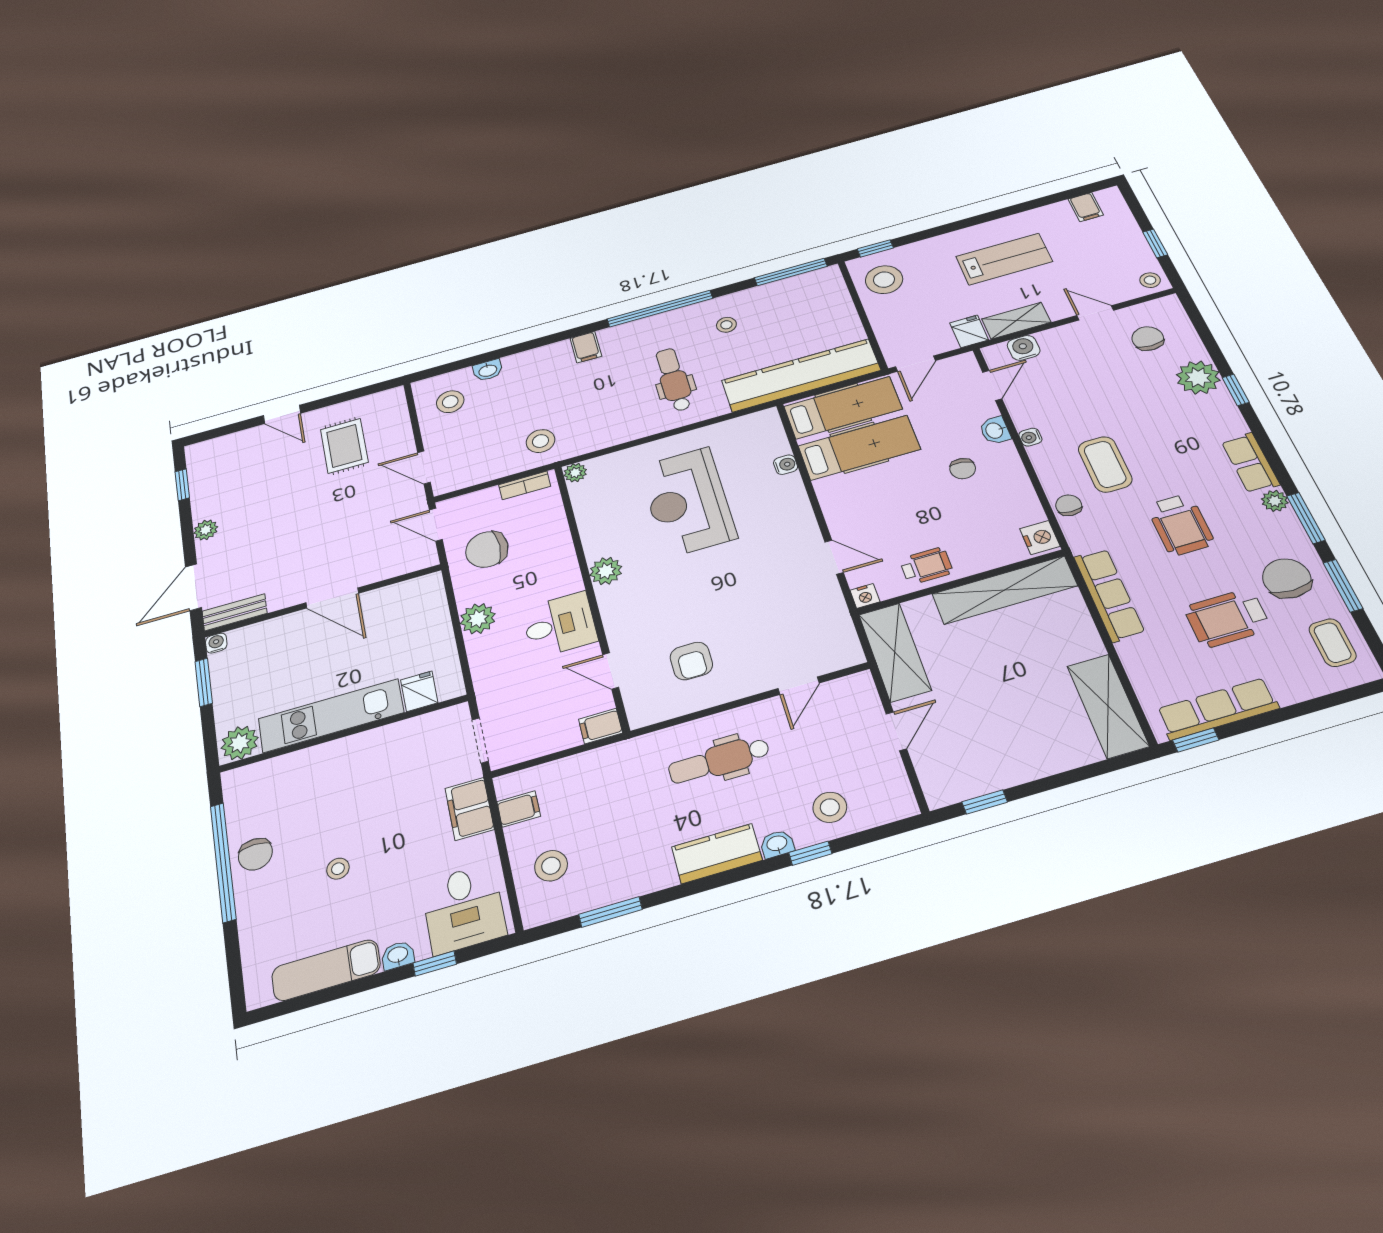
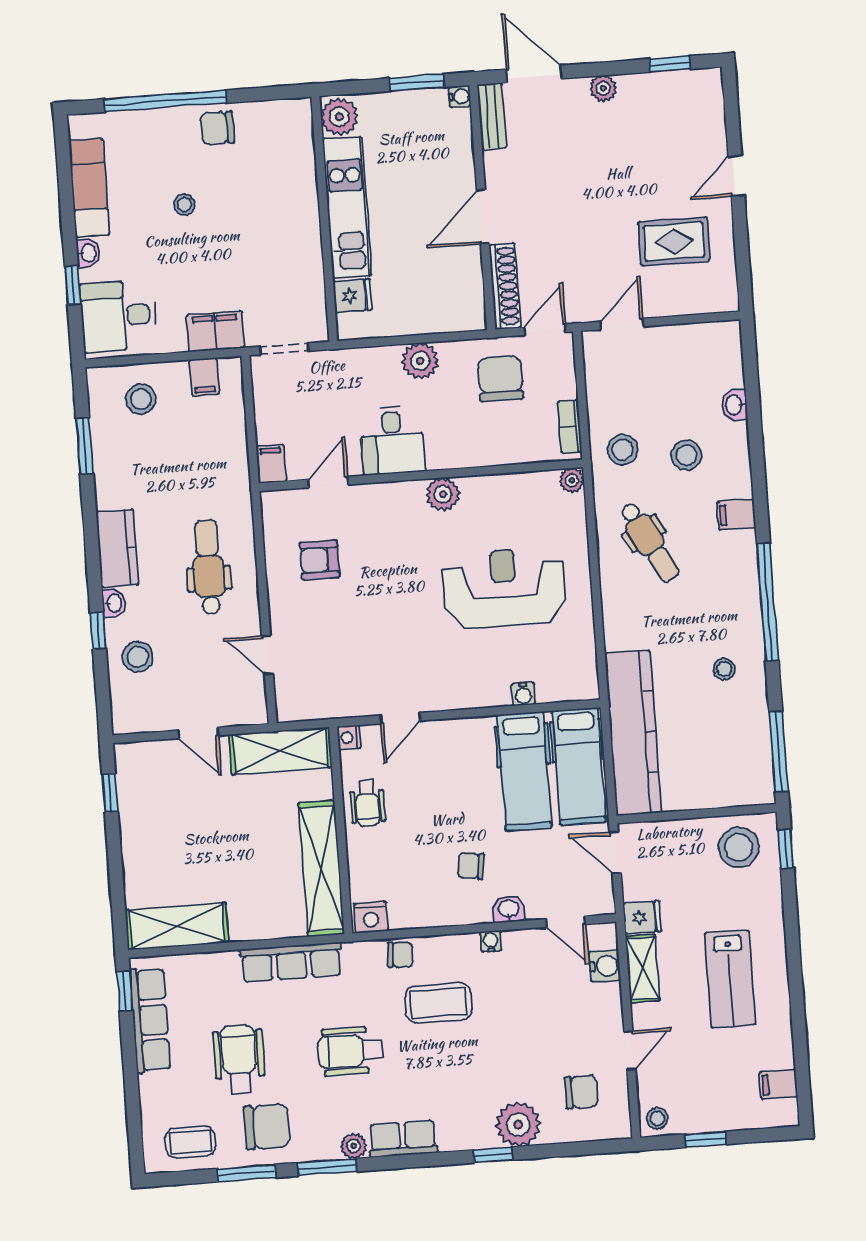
dental chair: (674, 380) -> (650, 542), moved, turned 62
stool: (450, 402) -> (686, 455), moved
shoe rack: (398, 565) -> (505, 286), added
window: (223, 862) -> (165, 101), moved

